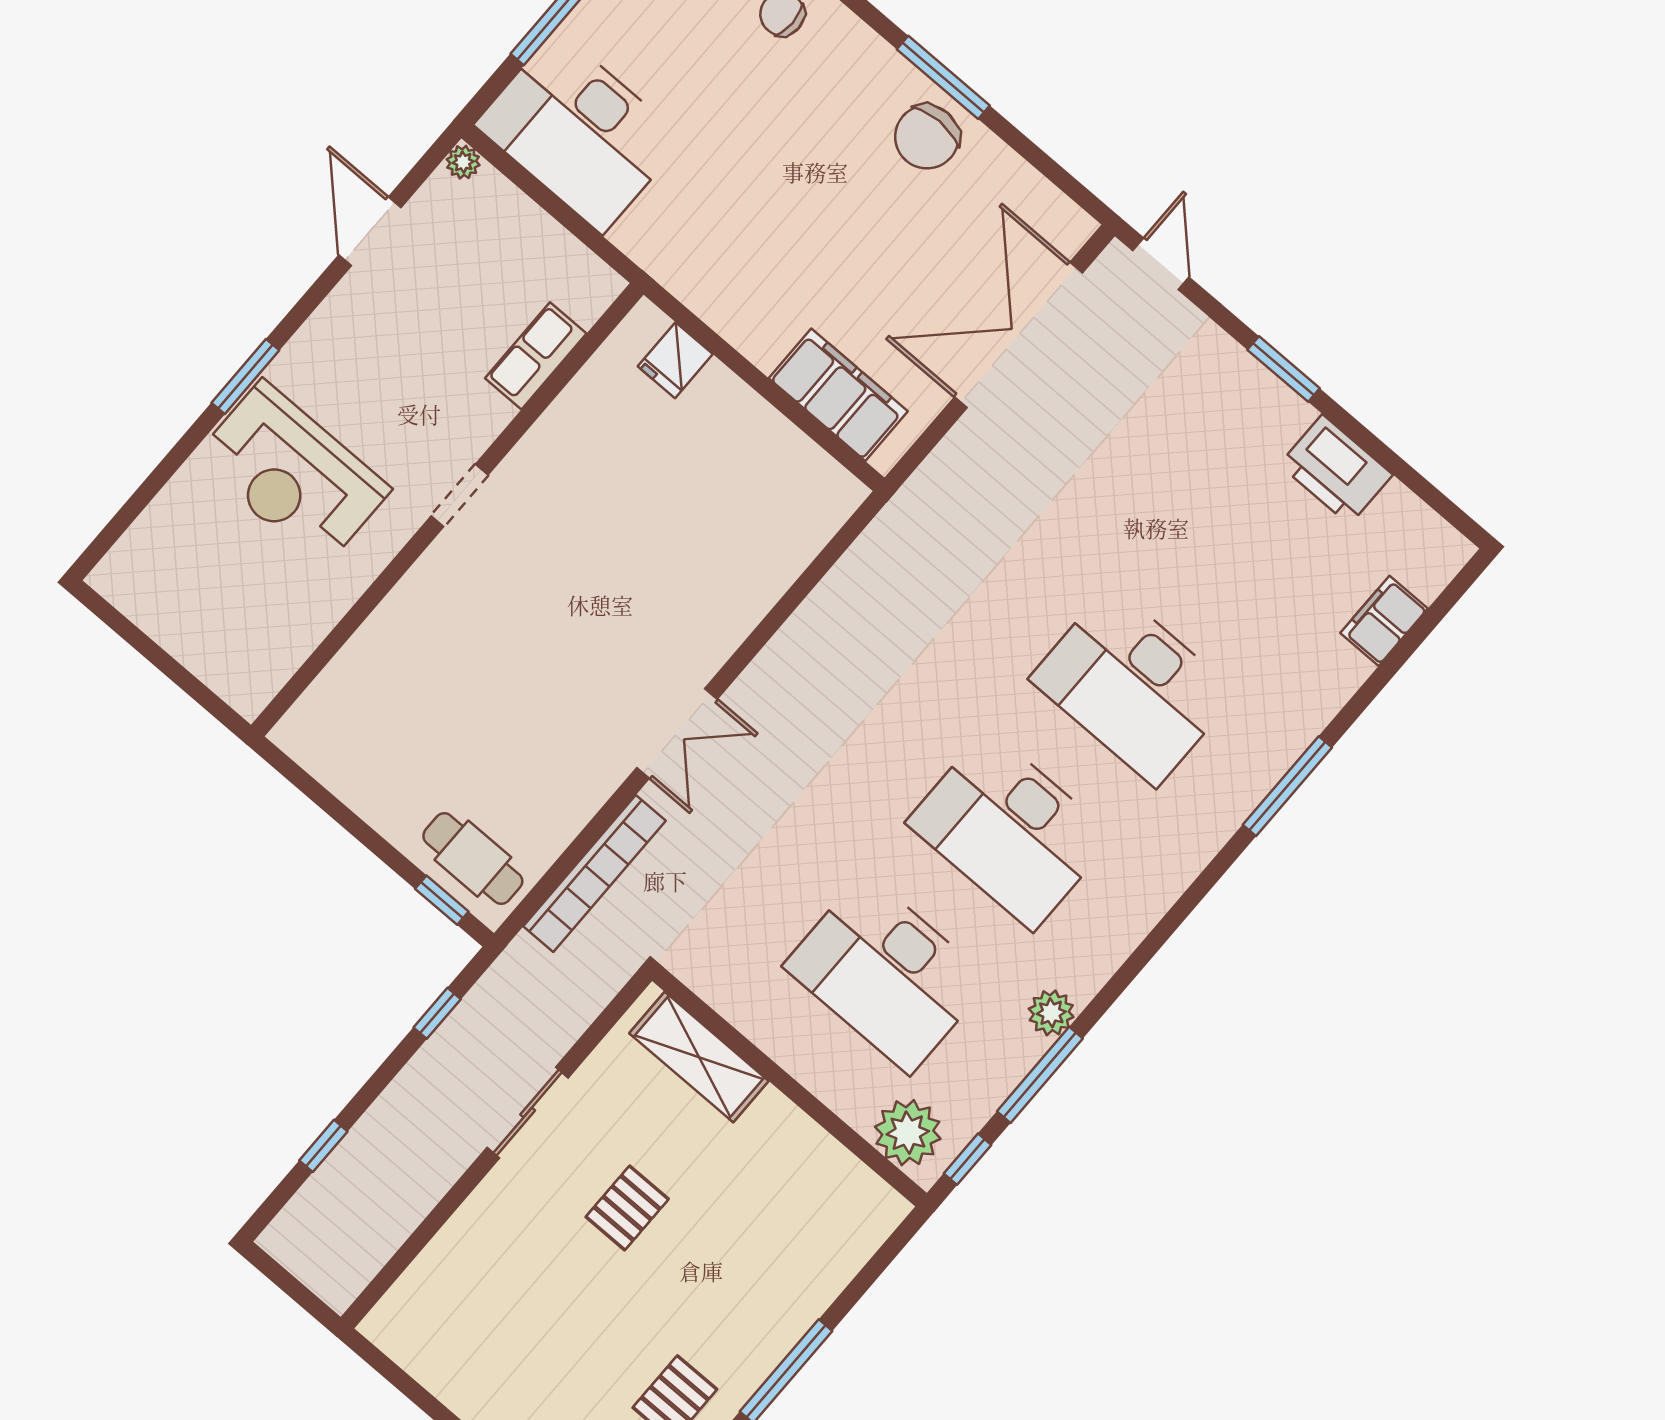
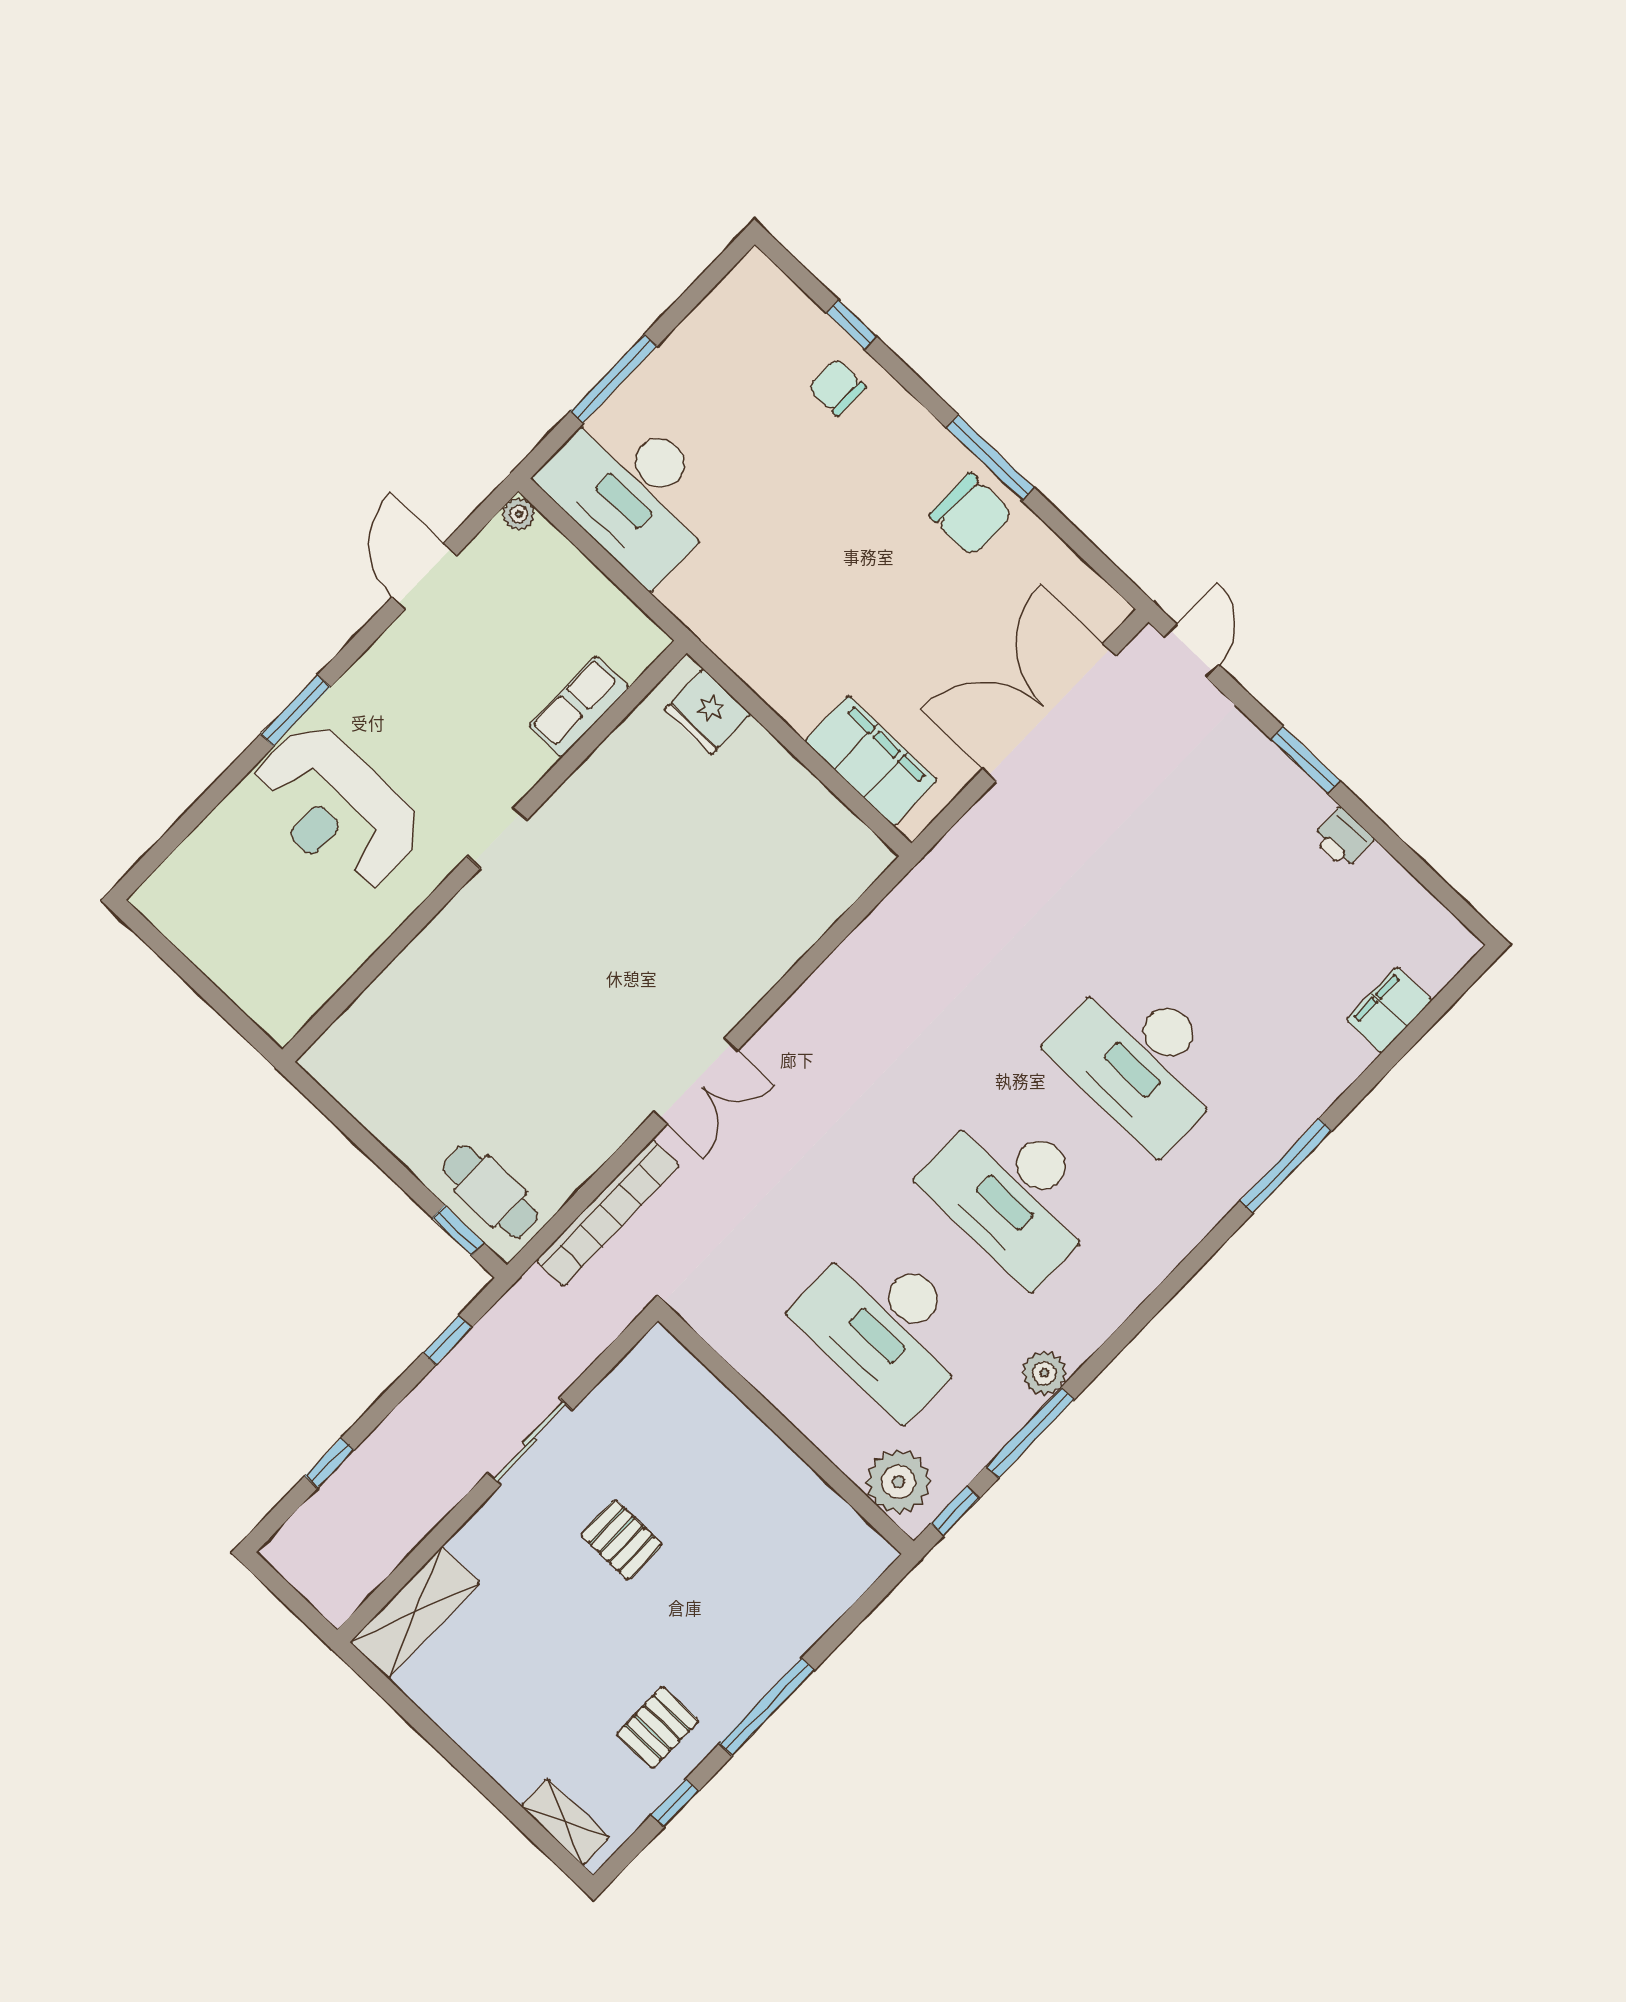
chair: (927, 137) -> (971, 515), turned -90
fridge: (675, 360) -> (708, 712), width x1.38
printer: (1336, 470) -> (1343, 838), width x0.53, depth x0.68
shelving: (699, 1057) -> (415, 1612), moved, turned 90
pallet: (627, 1208) -> (621, 1540), turned 90

